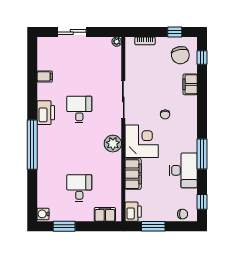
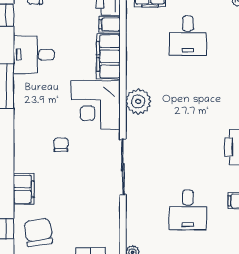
desk: (79, 110) -> (188, 210), moved
desk: (183, 170) -> (34, 55), width x0.73
filing cabinet: (132, 196) -> (110, 24), added

